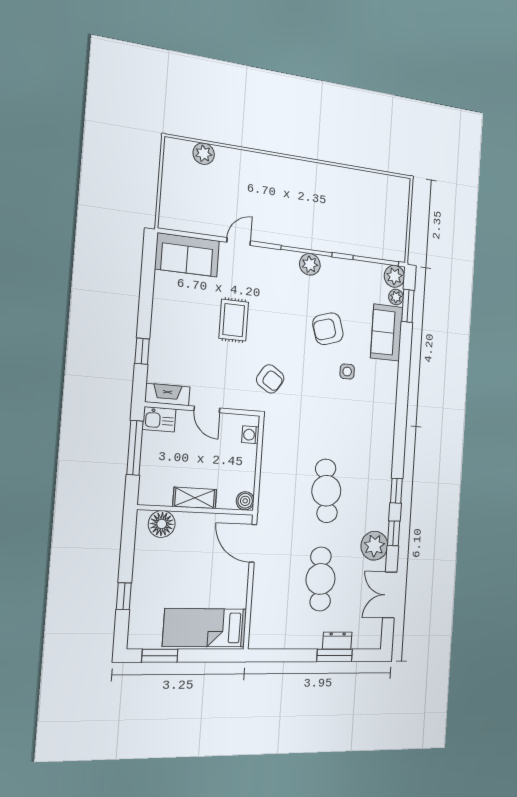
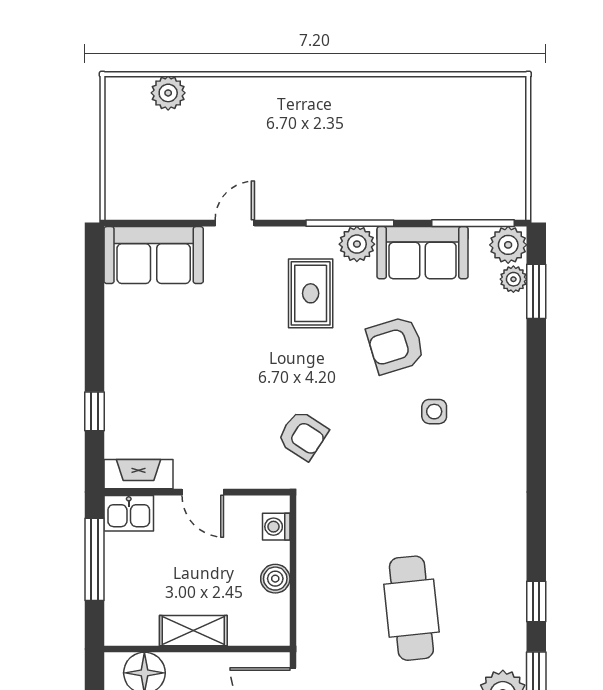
rug: (234, 320) -> (311, 293), moved
sofa: (387, 333) -> (423, 253), moved, turned -90
boiler: (245, 501) -> (275, 579), moved

